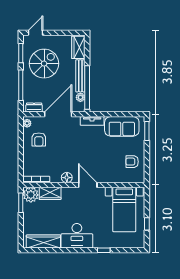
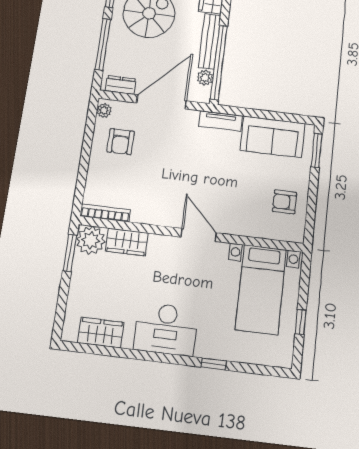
floor lamp: (67, 178) -> (162, 216), removed
wardrobe: (43, 241) -> (101, 333), width x0.67

